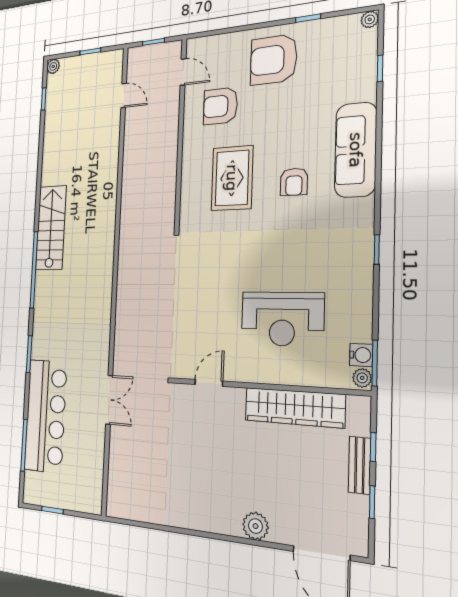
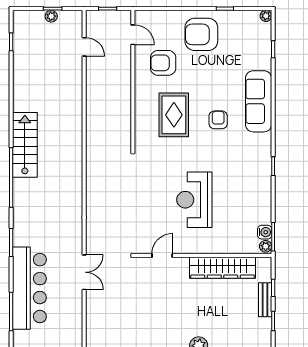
plant: (53, 66) -> (51, 16), moved
armchair: (294, 182) -> (218, 120), turned 180
reception desk: (282, 319) -> (194, 200), moved, turned 90

